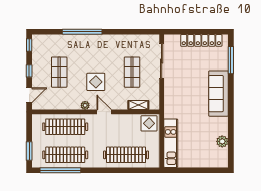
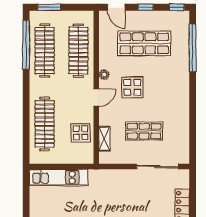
window: (82, 32) -> (193, 48), moved
shop shelf: (59, 72) -> (144, 43), width x1.43, depth x1.36
display table: (149, 123) -> (81, 133), moved

